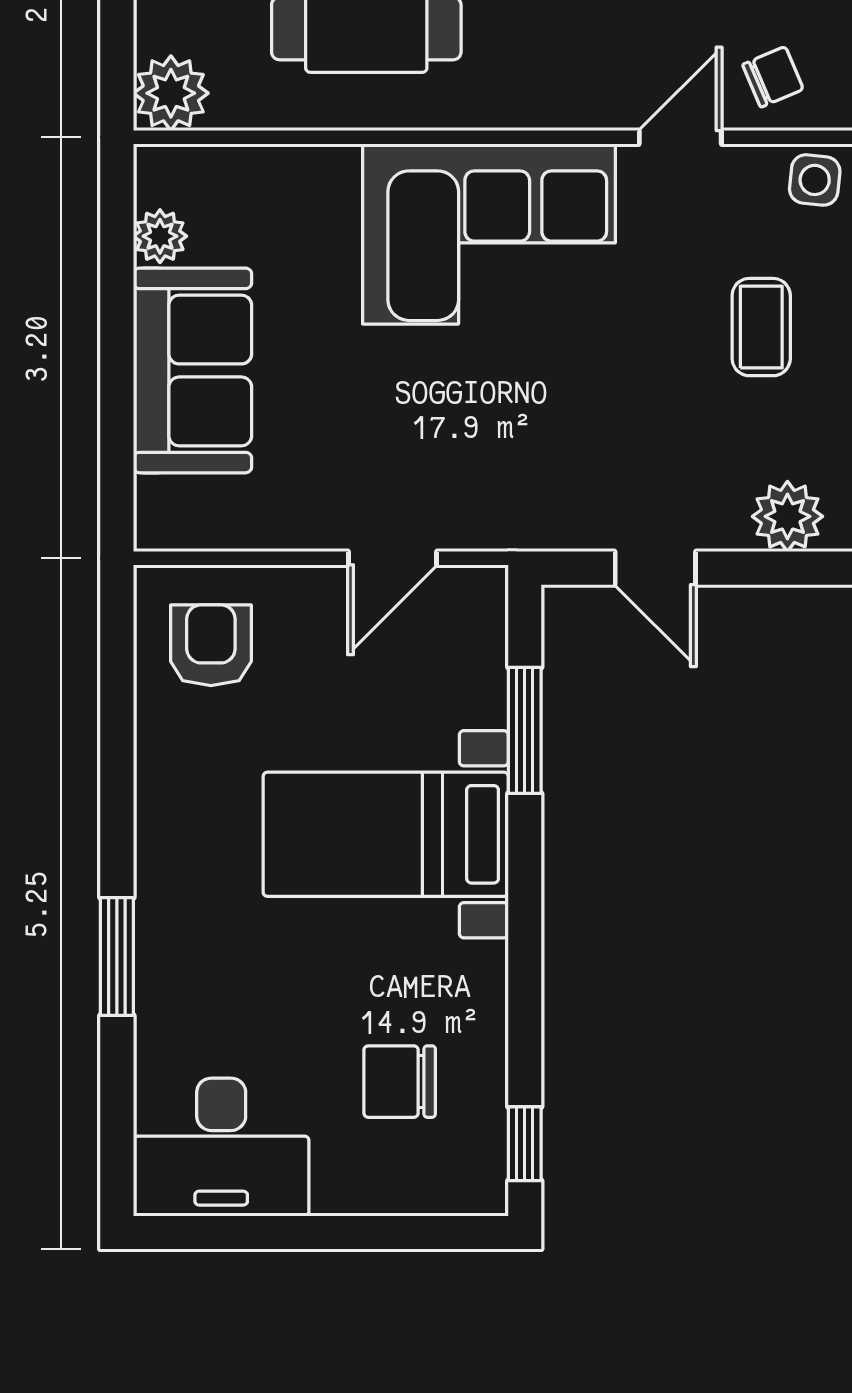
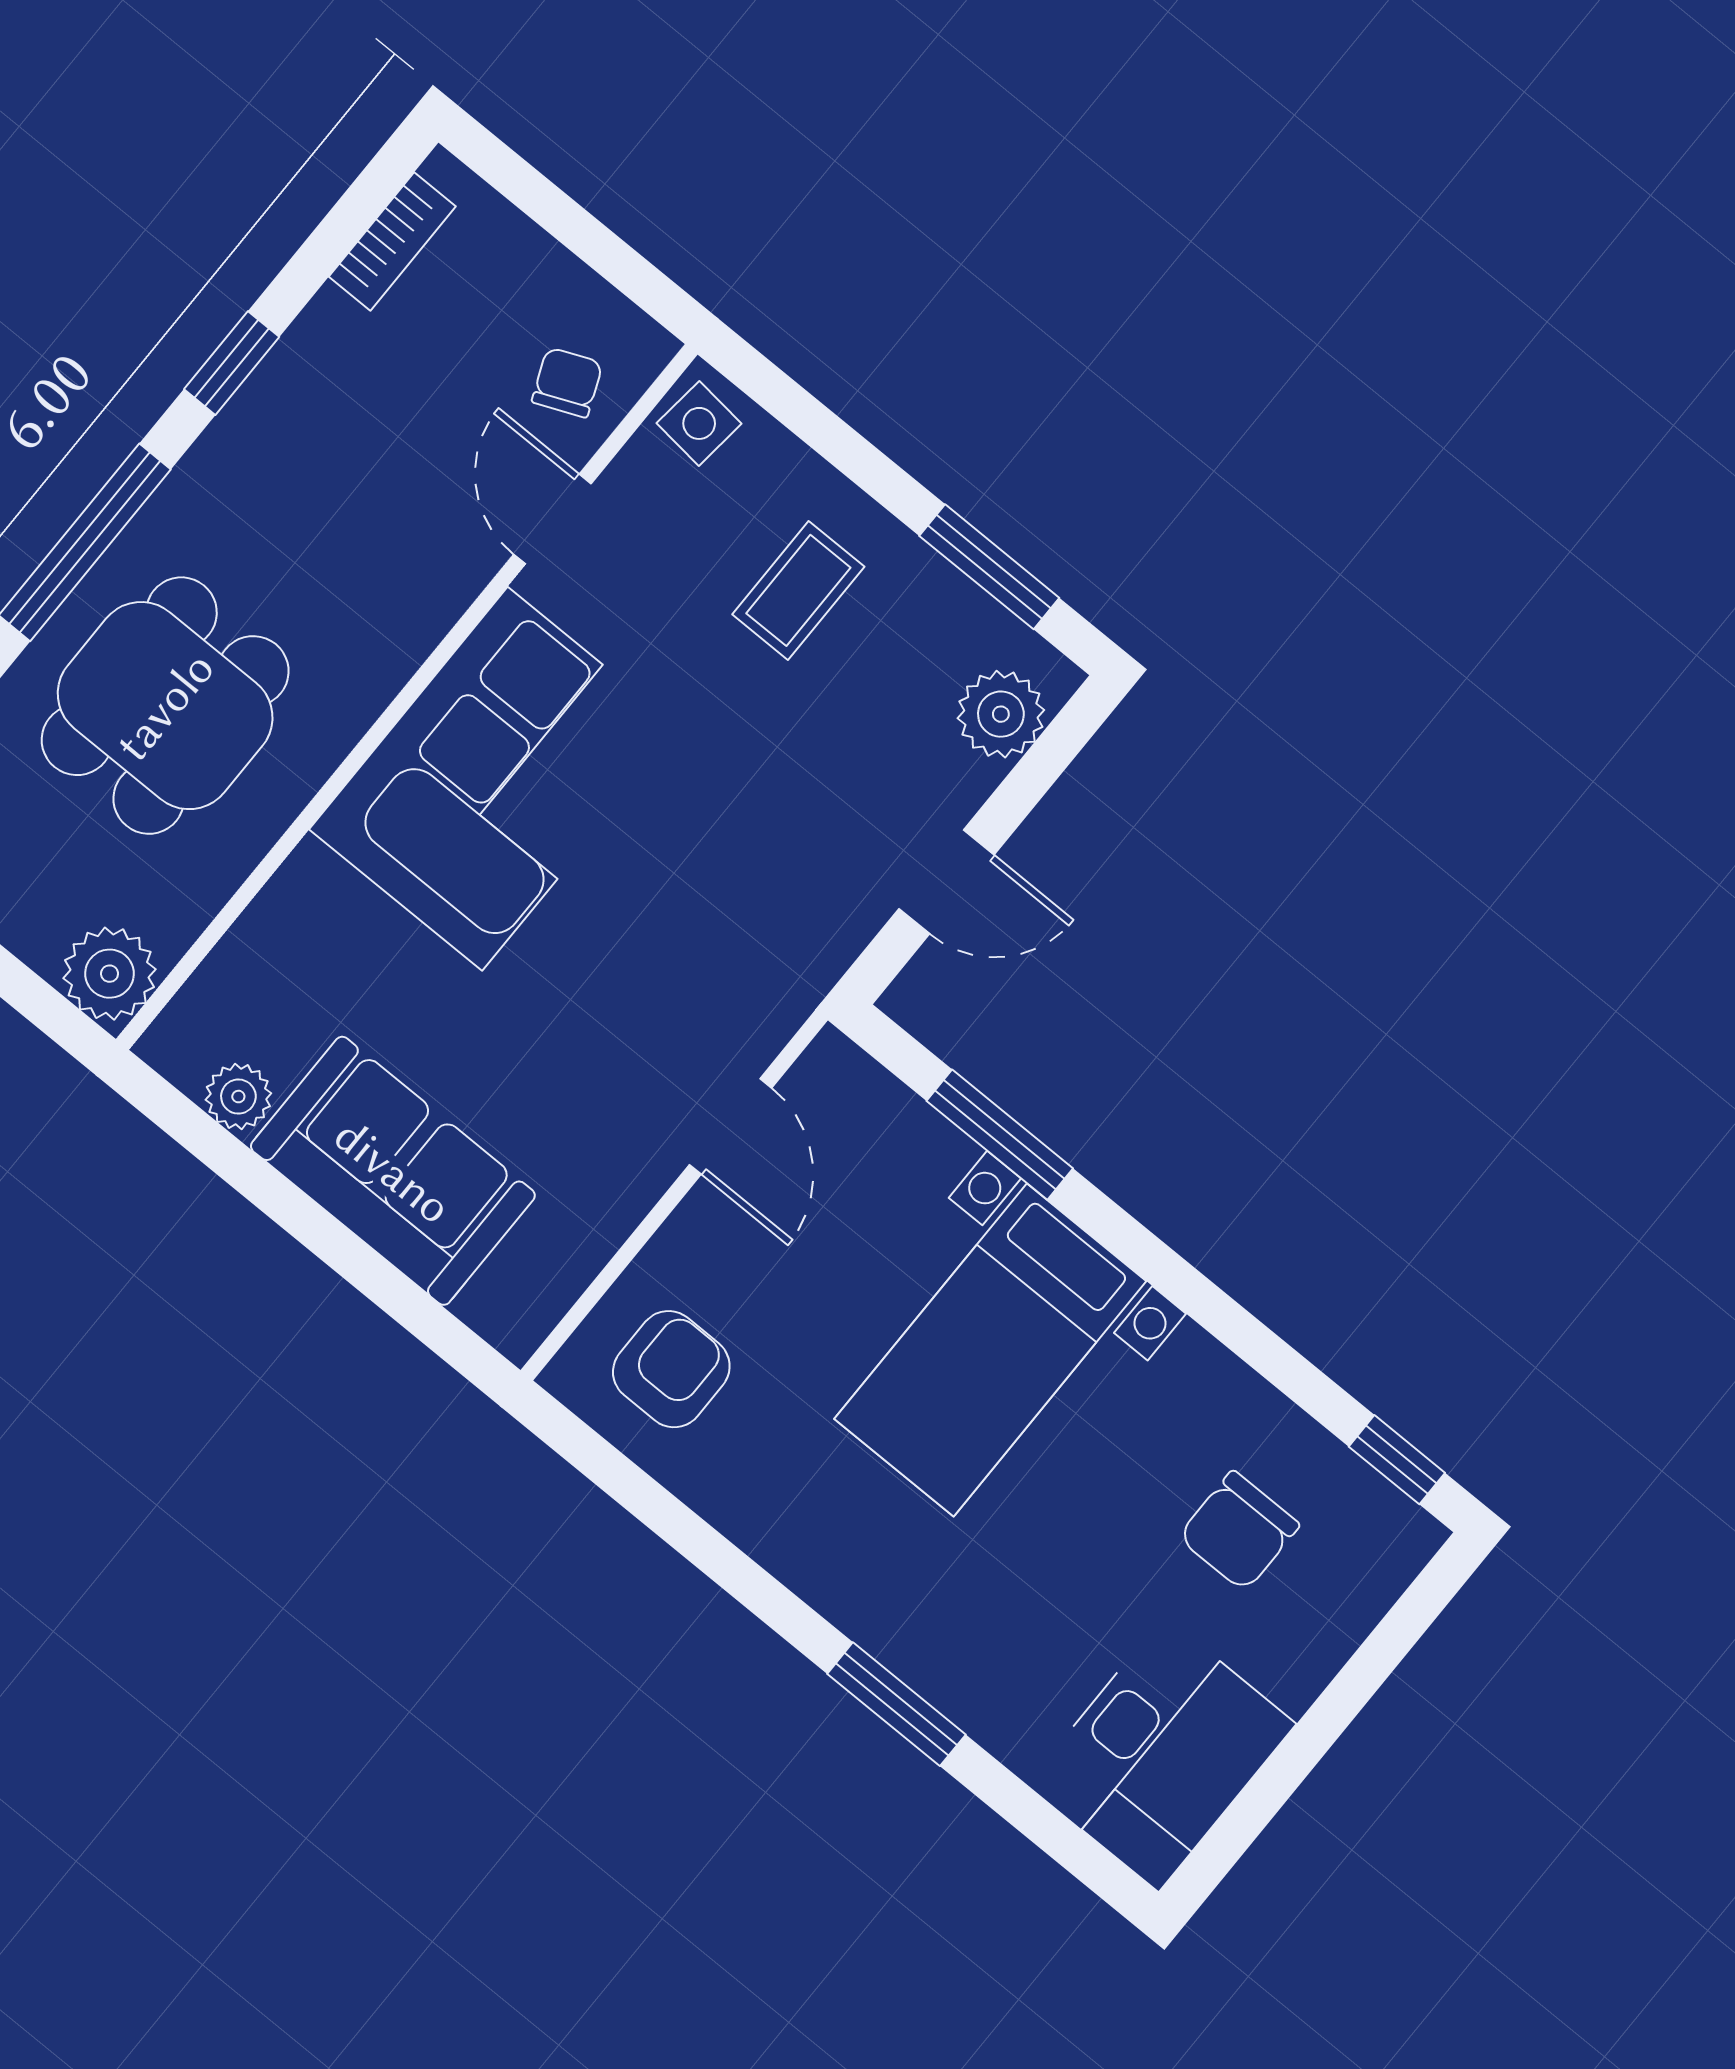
coffee table: (761, 327) -> (798, 590), turned 90
armchair: (211, 645) -> (671, 1369), turned 90

